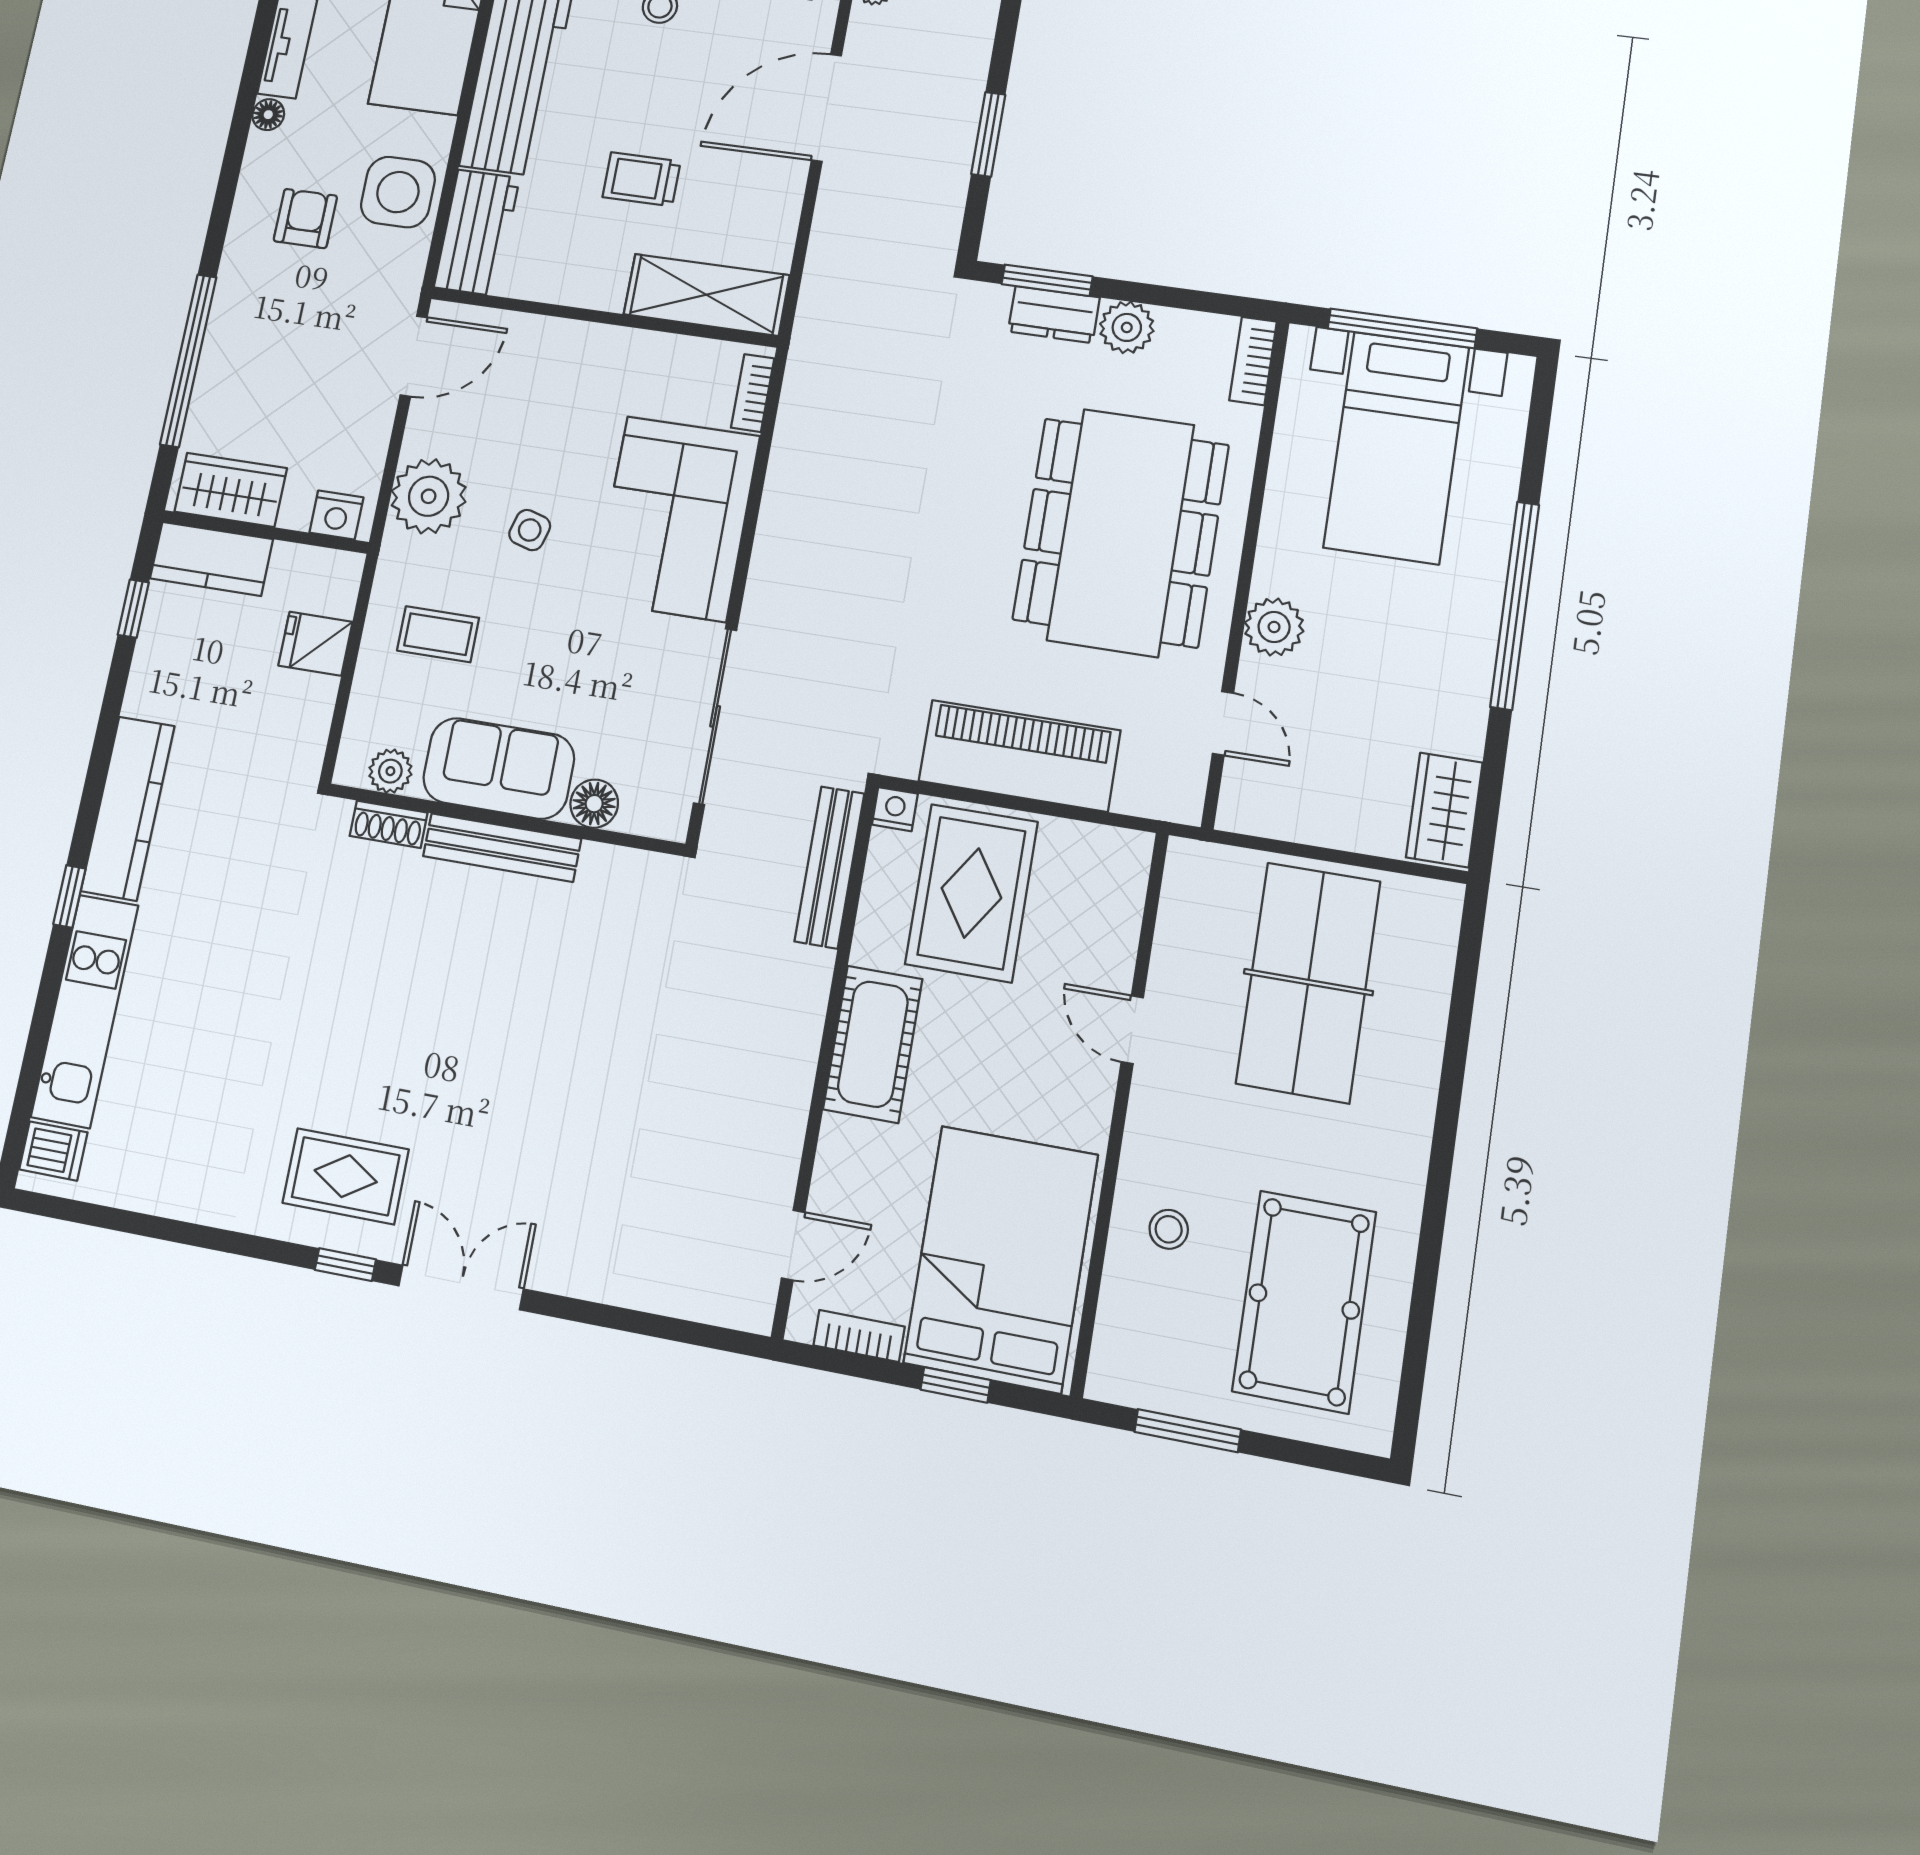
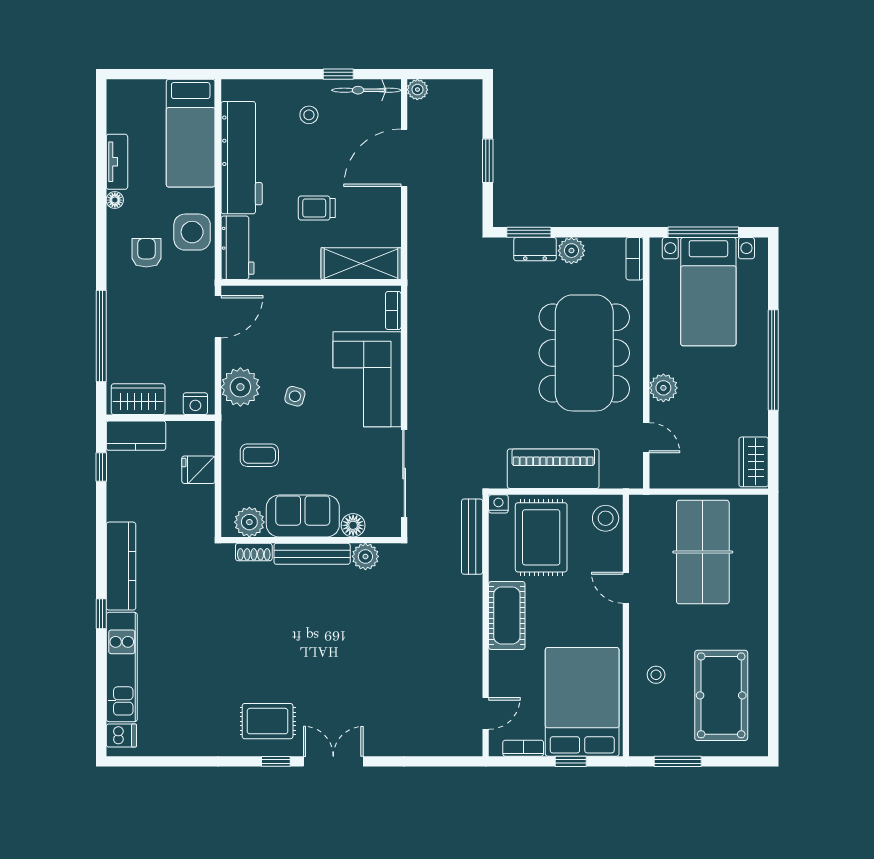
plant: (390, 771) -> (249, 522), width x1.38, depth x1.38
plant: (607, 871) -> (365, 556), added
stool: (1112, 876) -> (606, 518), added

